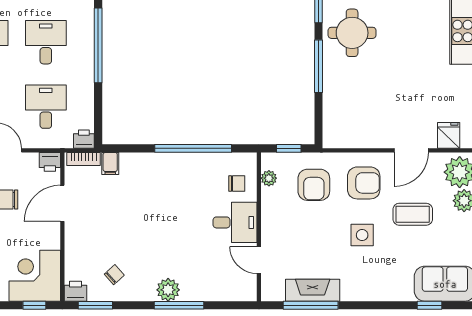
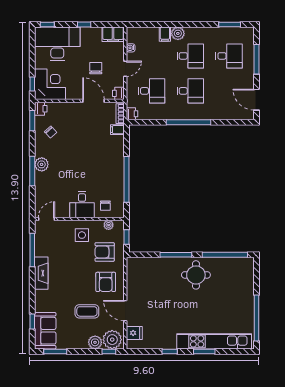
coffee table: (413, 214) -> (87, 311), turned 90
side table: (362, 235) -> (82, 235), moved
door: (259, 260) -> (46, 219), moved
fireplace: (313, 290) -> (41, 273), moved

